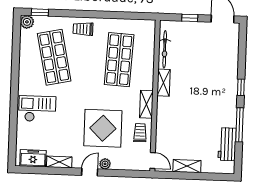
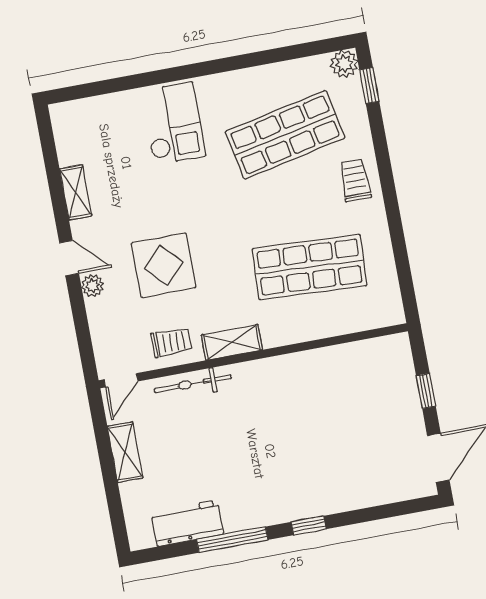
bicycle: (165, 49) -> (193, 384), moved
shelving: (164, 83) -> (283, 367), removed
display table: (103, 128) -> (164, 265), width x0.73, depth x0.73
freezer: (33, 158) -> (71, 138), removed

